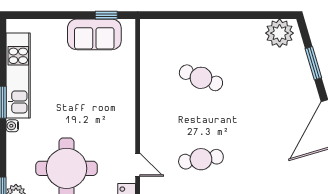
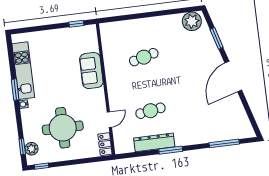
sofa: (94, 34) -> (91, 71), moved, turned 90
cafe table: (201, 78) -> (144, 57), turned -36
door: (138, 165) -> (109, 120), hinge flipped

